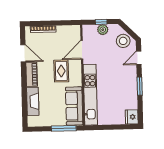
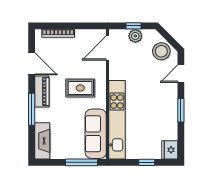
door: (82, 50) -> (108, 48), moved
rug: (61, 71) -> (80, 88), turned 90
window: (24, 88) -> (32, 109), added
fireplace: (33, 101) -> (42, 141), moved
window: (114, 127) -> (147, 162), added

